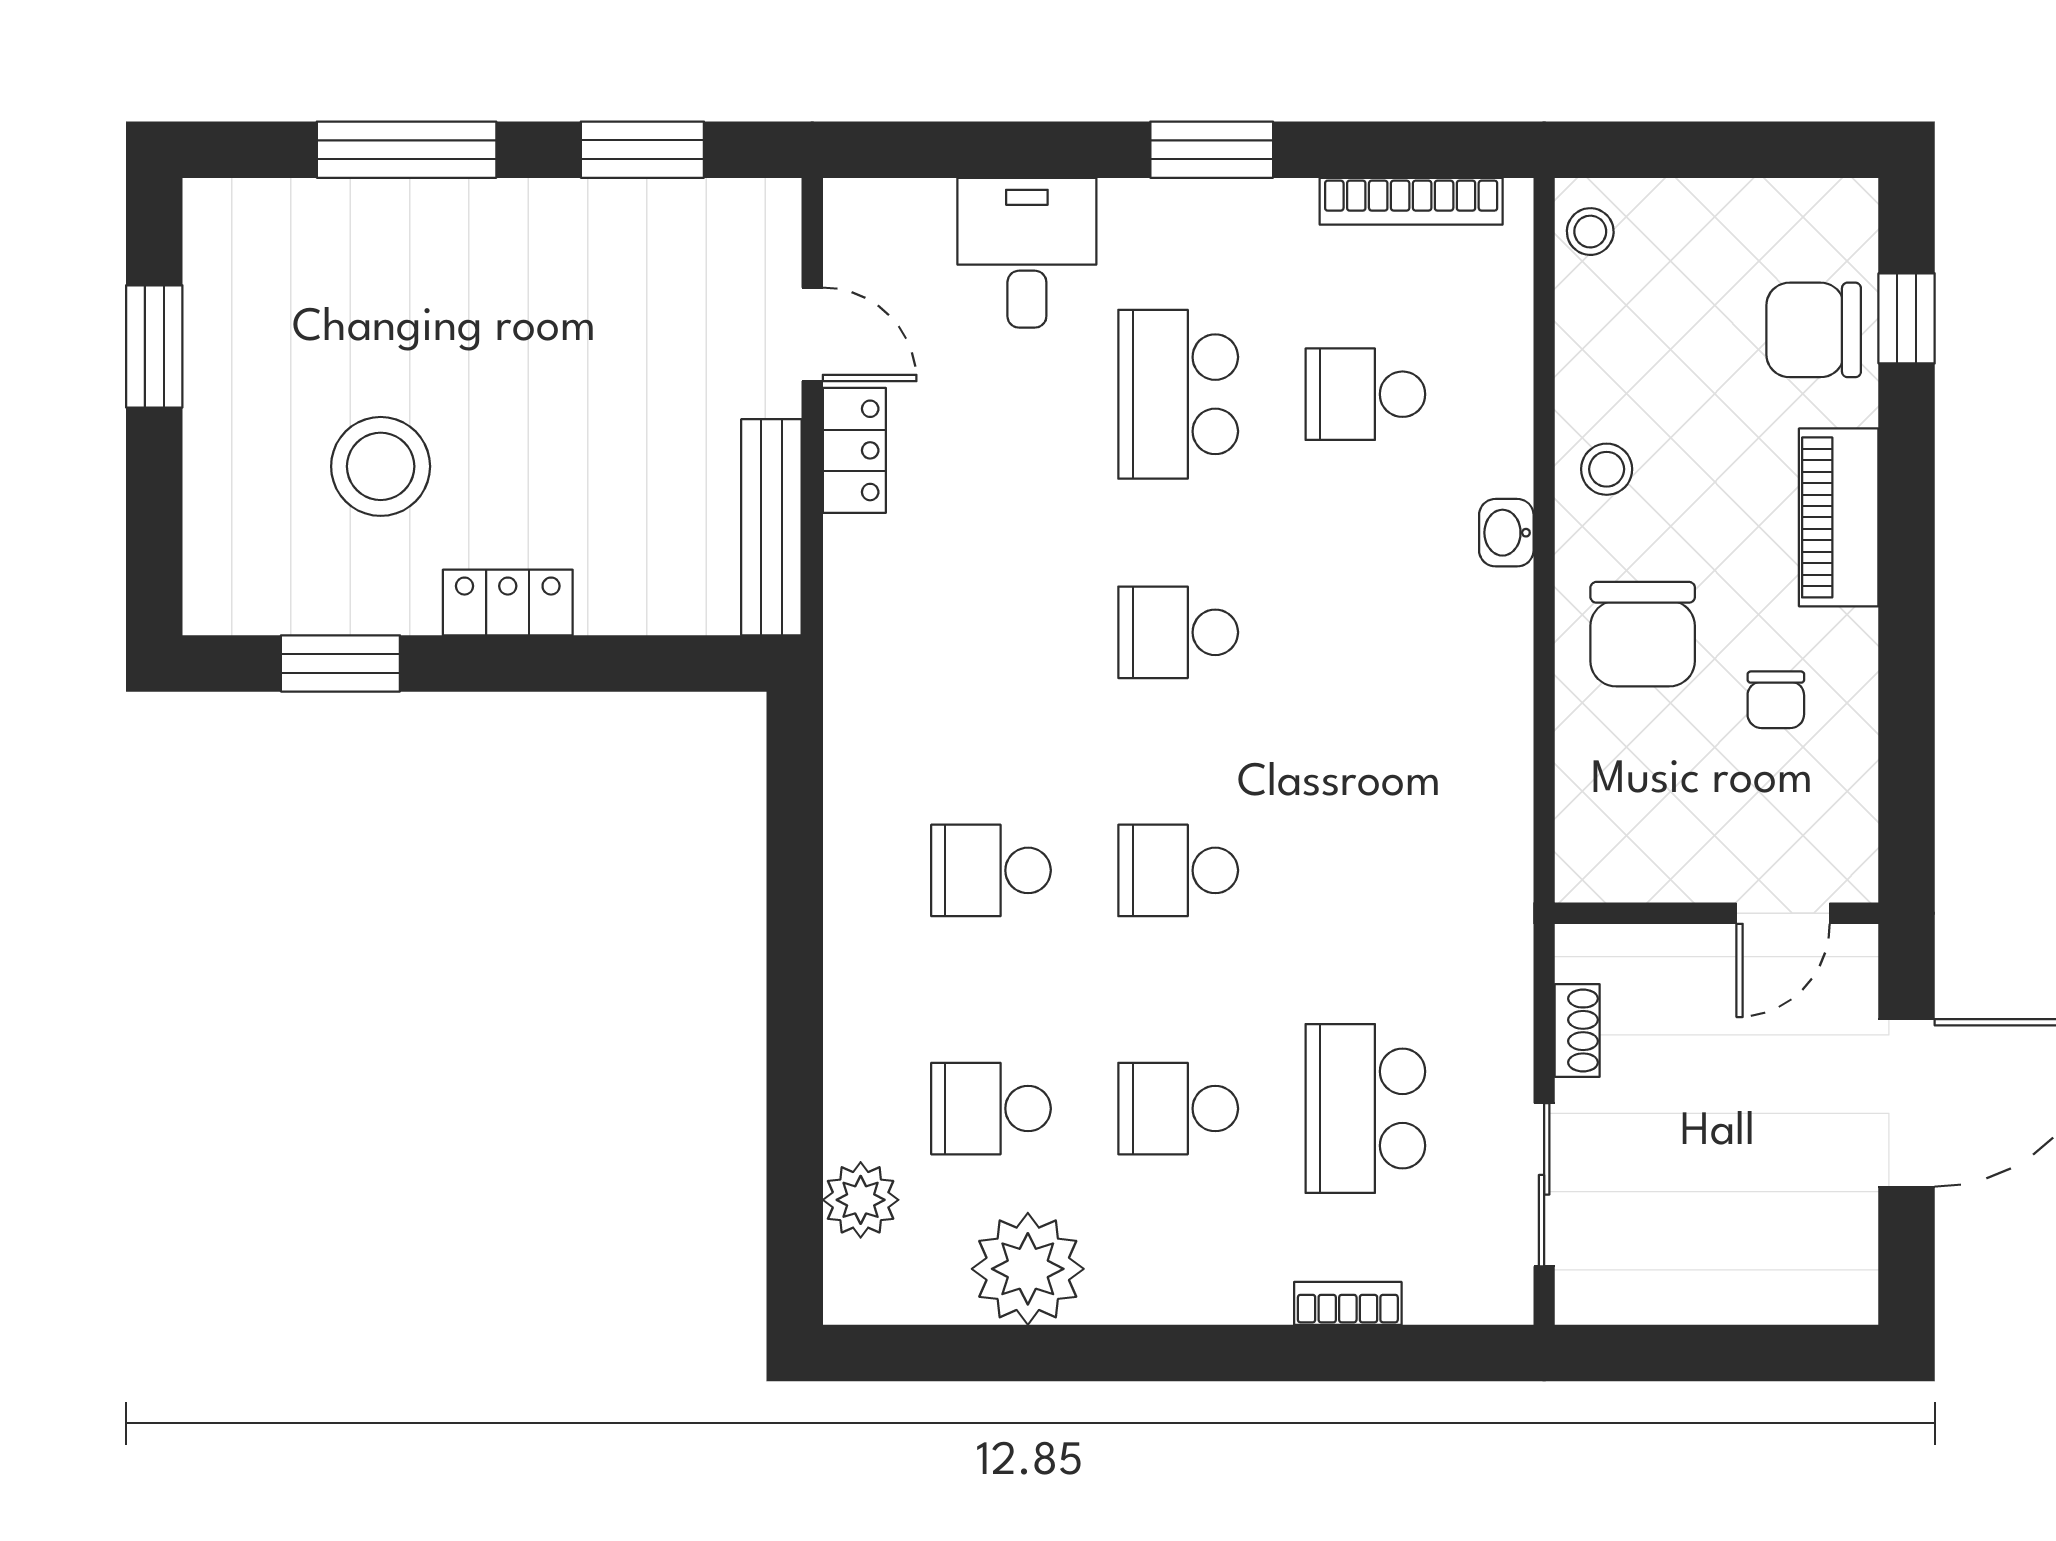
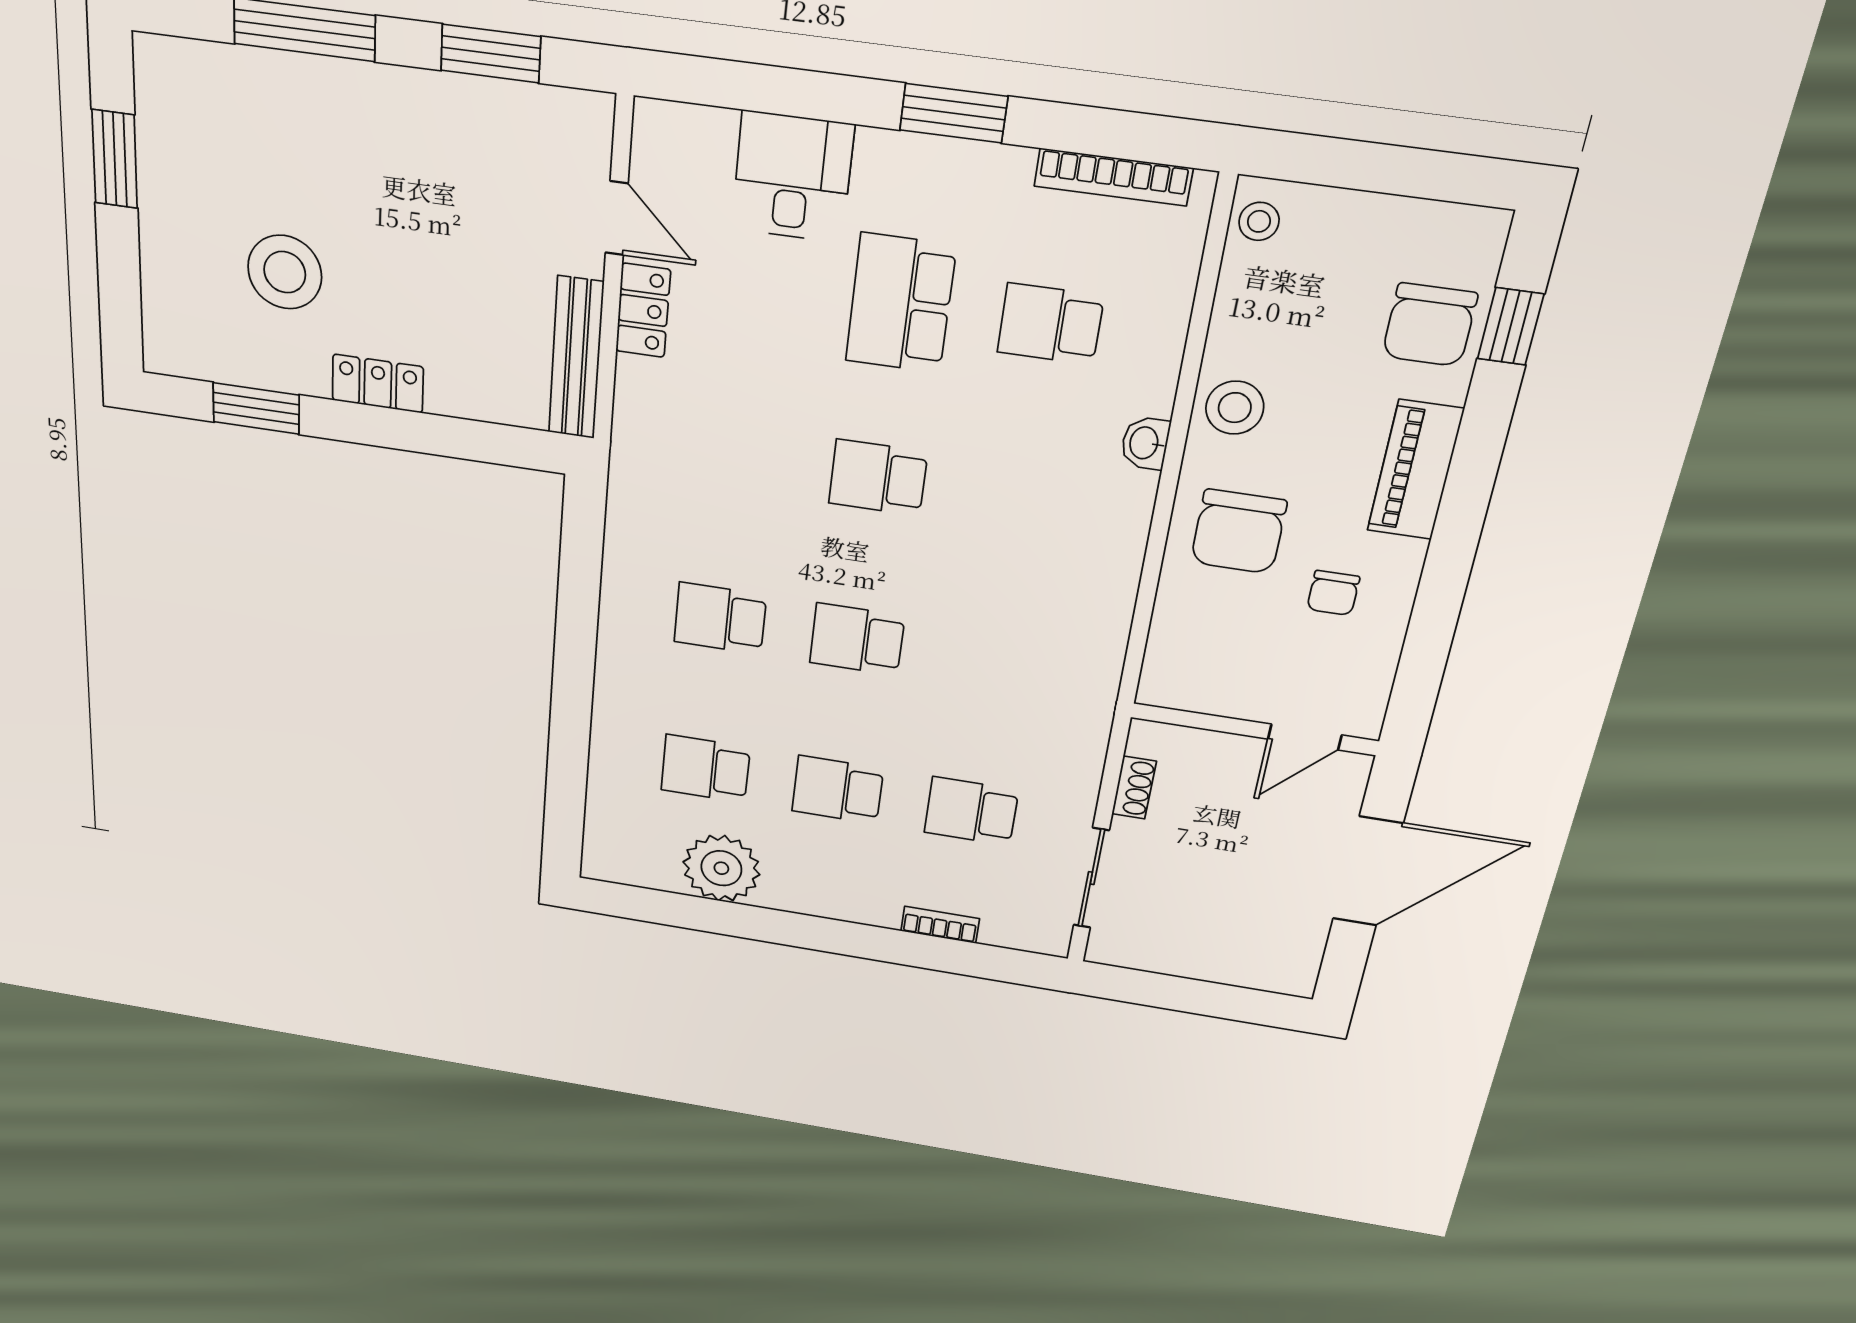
chair: (1814, 330) -> (1430, 325), turned -90
stool: (1607, 469) -> (1235, 408), width x1.37, depth x1.37
school desk: (1365, 1109) -> (971, 811), width x0.54
plant: (861, 1200) -> (610, 809), removed

